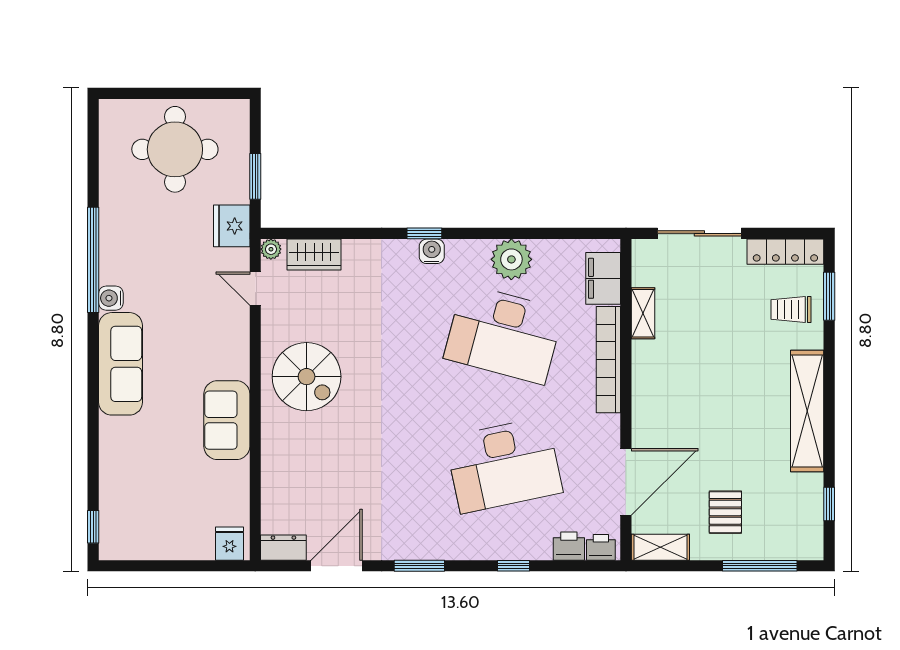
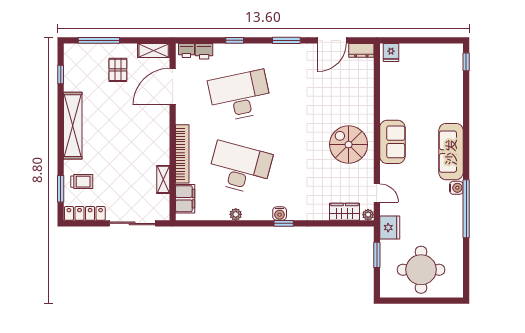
plant: (511, 259) -> (236, 214), width x0.53, depth x0.53
sofa: (227, 420) -> (392, 142), moved

